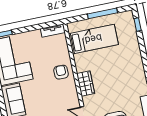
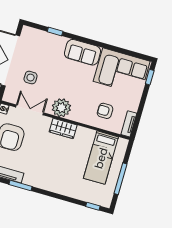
armchair: (61, 72) -> (105, 111), moved, turned 180
plant: (69, 94) -> (61, 108), added

